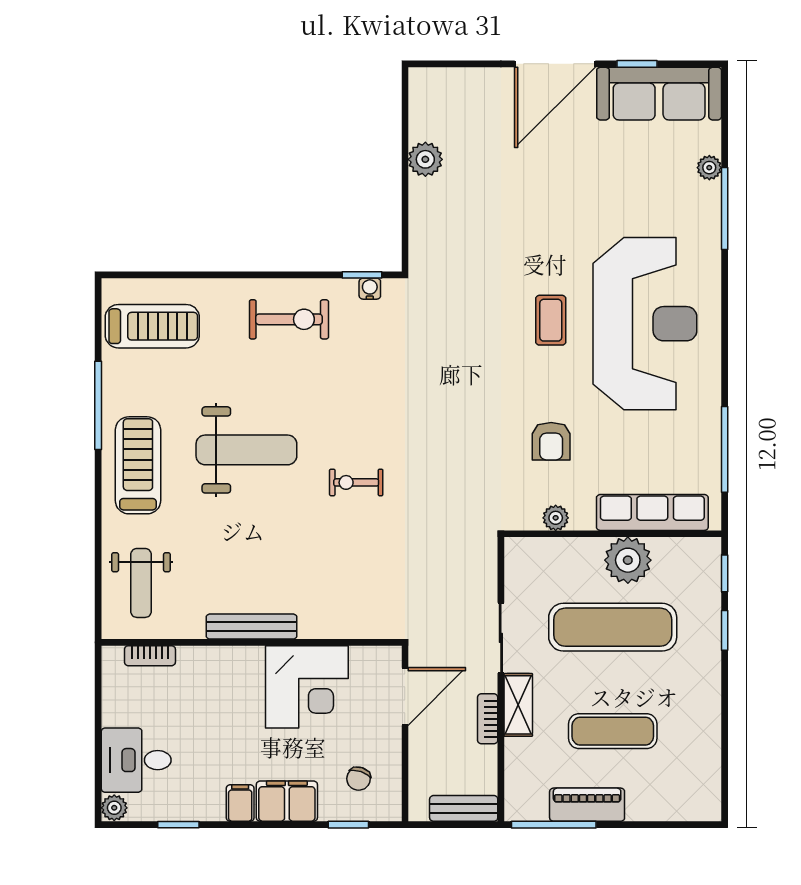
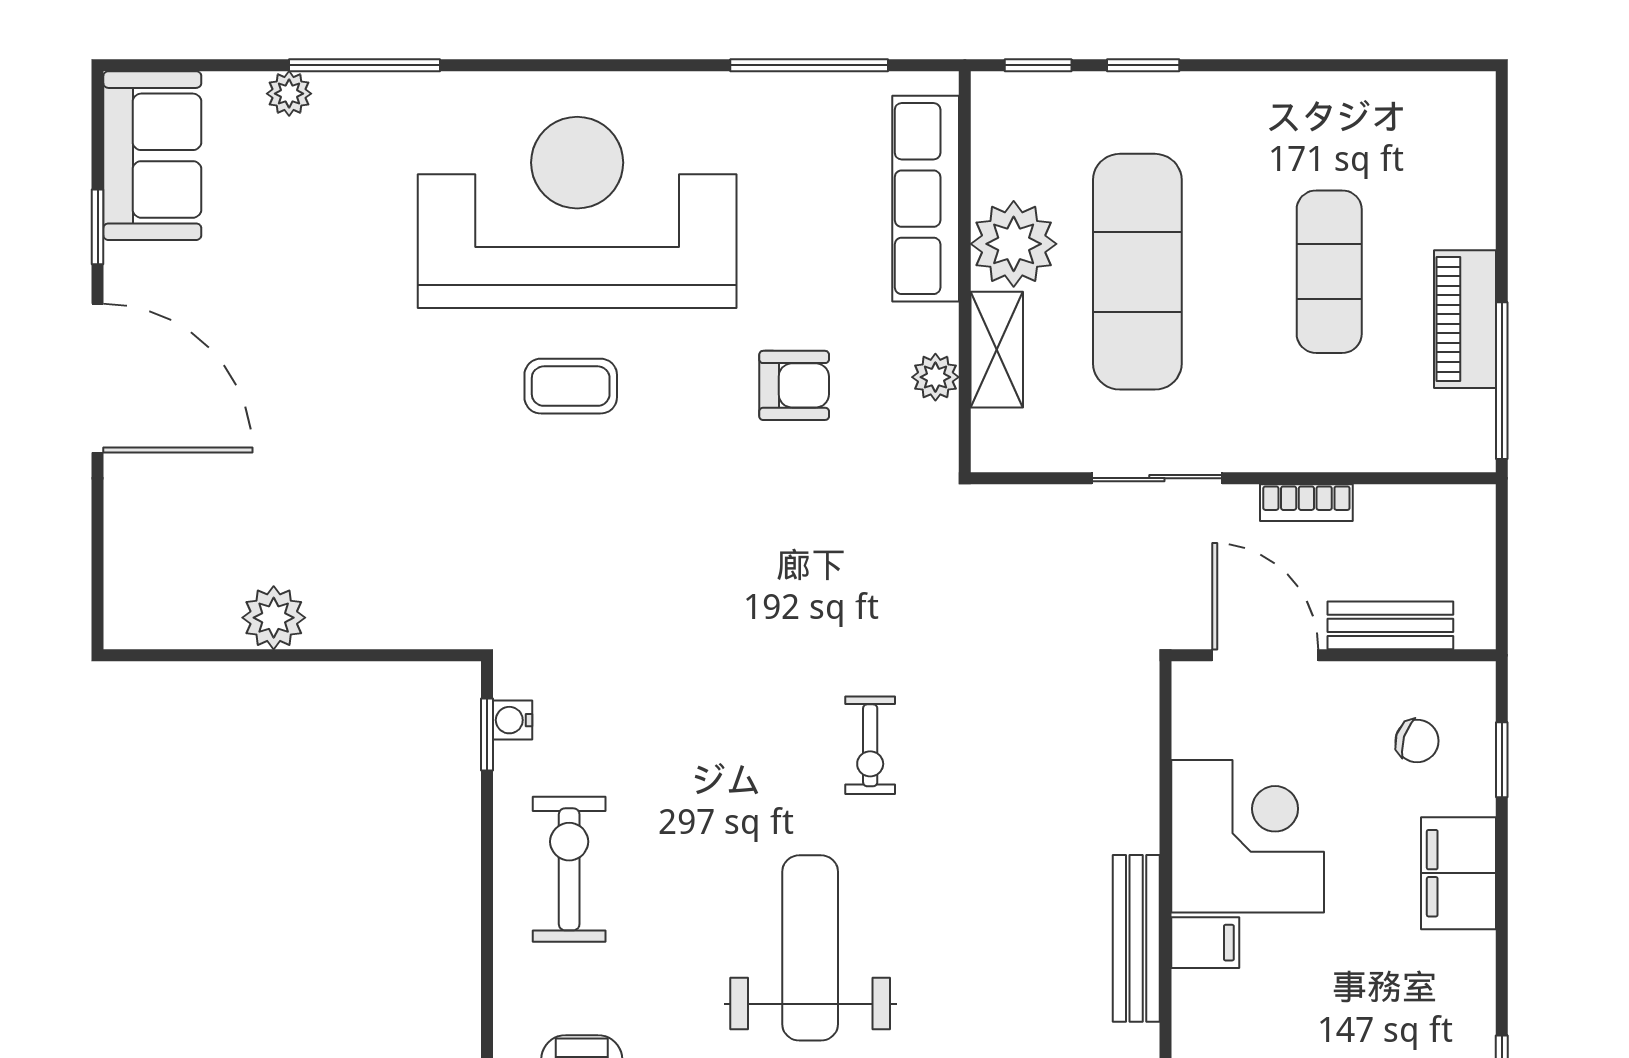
sofa: (659, 94) -> (152, 156), width x0.73
shelving: (518, 705) -> (997, 350), moved, turned 90
filing cabinet: (240, 803) -> (1205, 943), moved, turned 180
bench: (464, 808) -> (1390, 625), moved, turned 90

